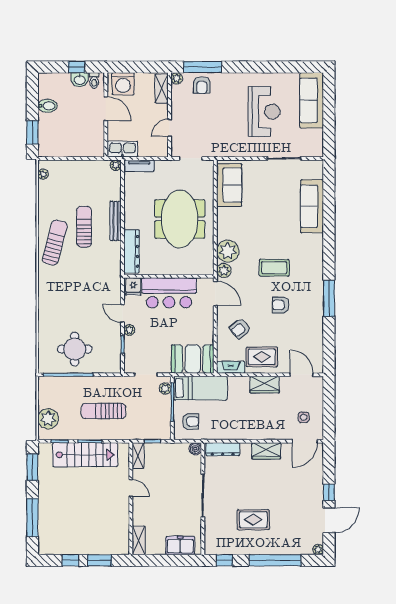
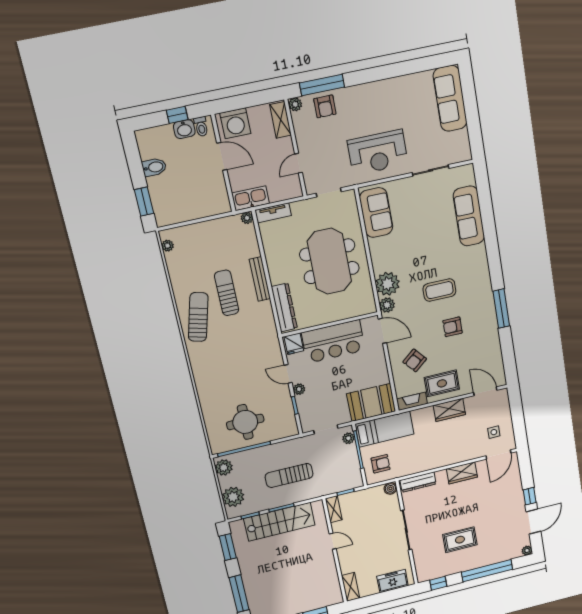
reception desk: (264, 112) -> (378, 152), moved, turned 90
plant: (46, 388) -> (224, 467), added

